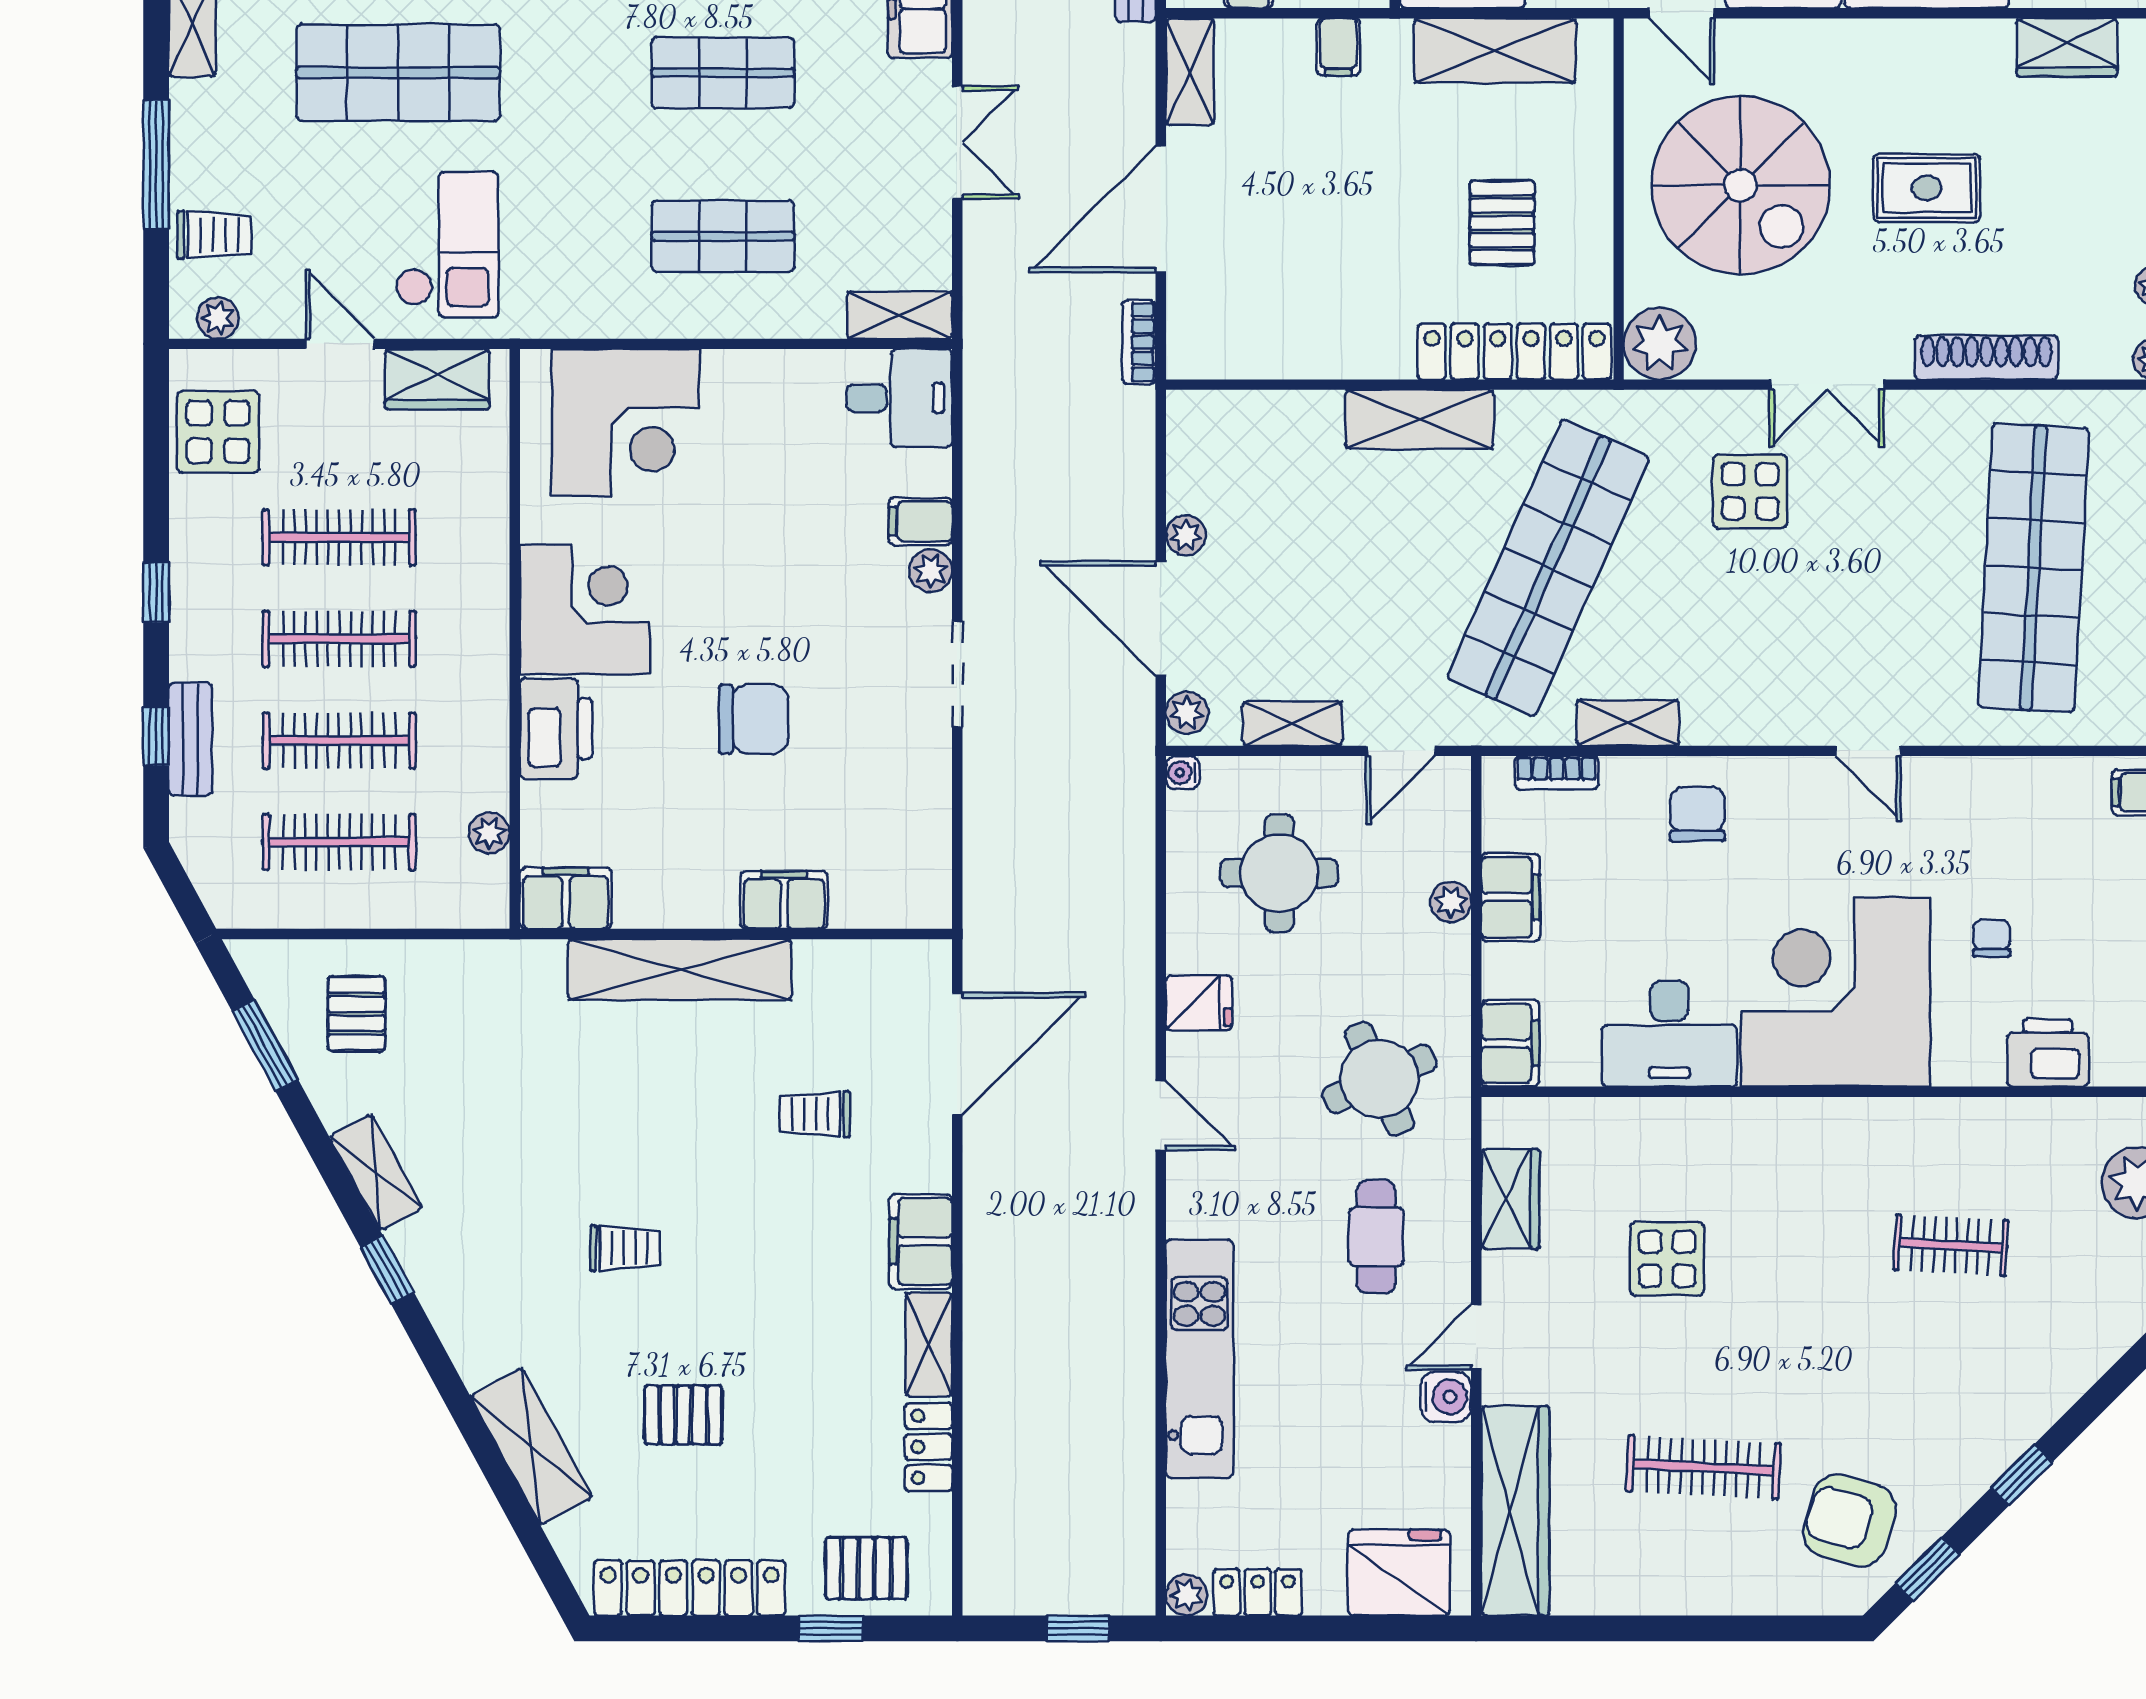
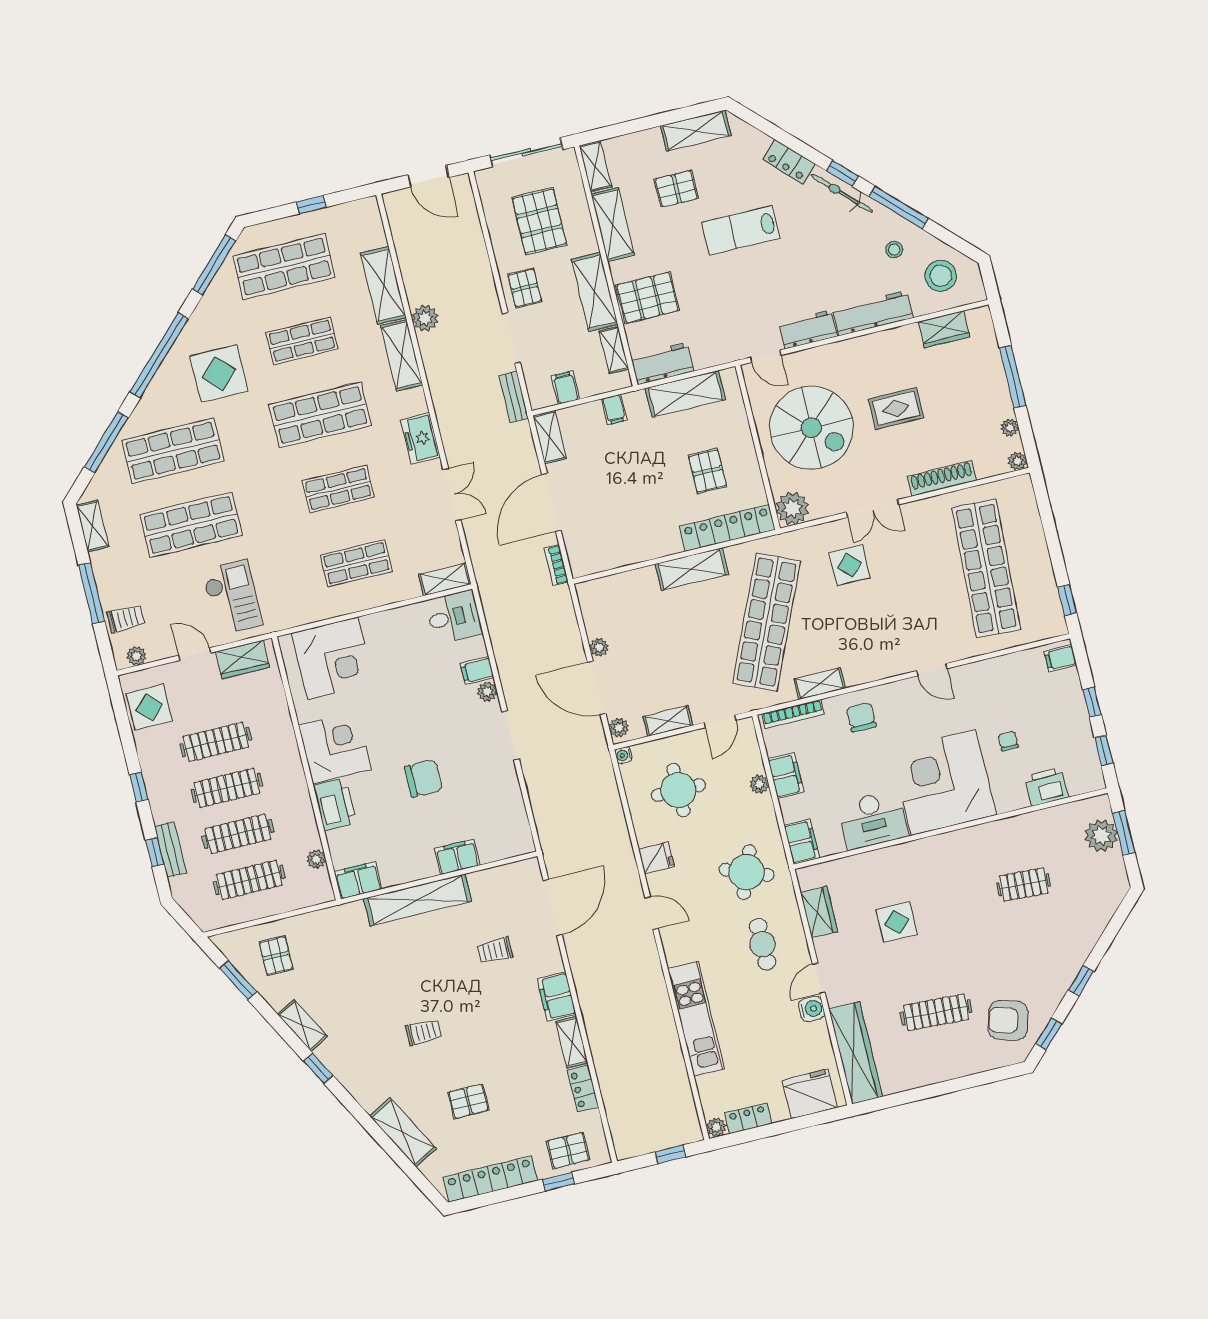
bookcase: (1557, 773) -> (793, 714), width x1.56
round table: (1379, 1079) -> (747, 872), turned 45

